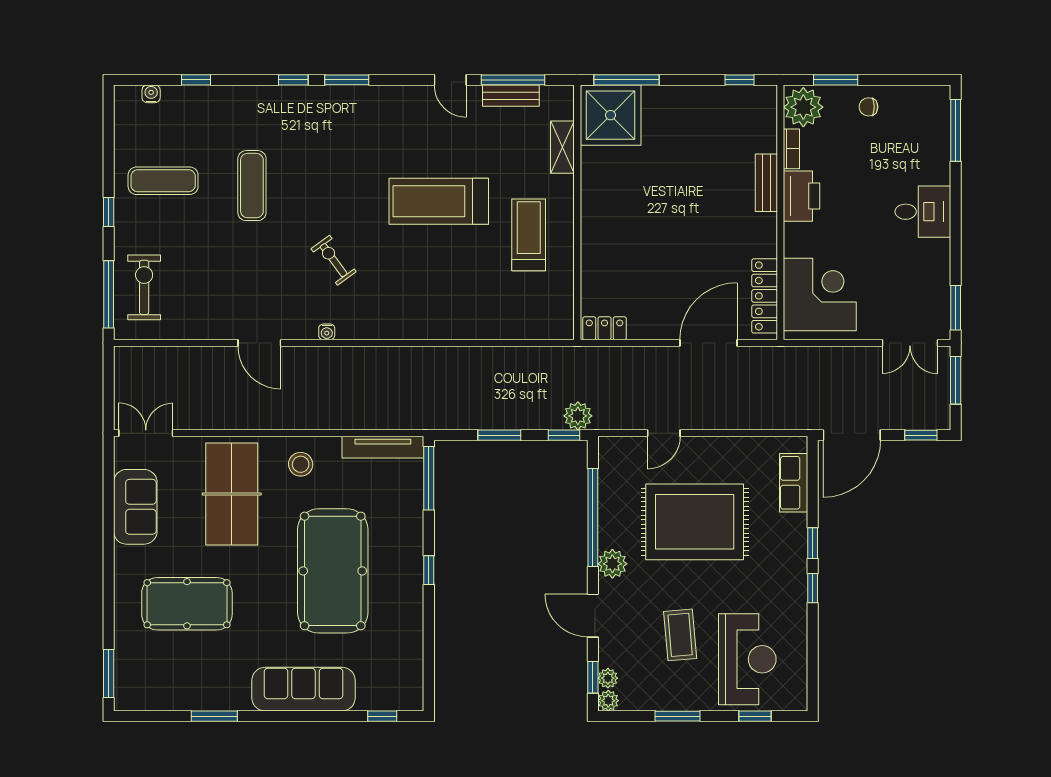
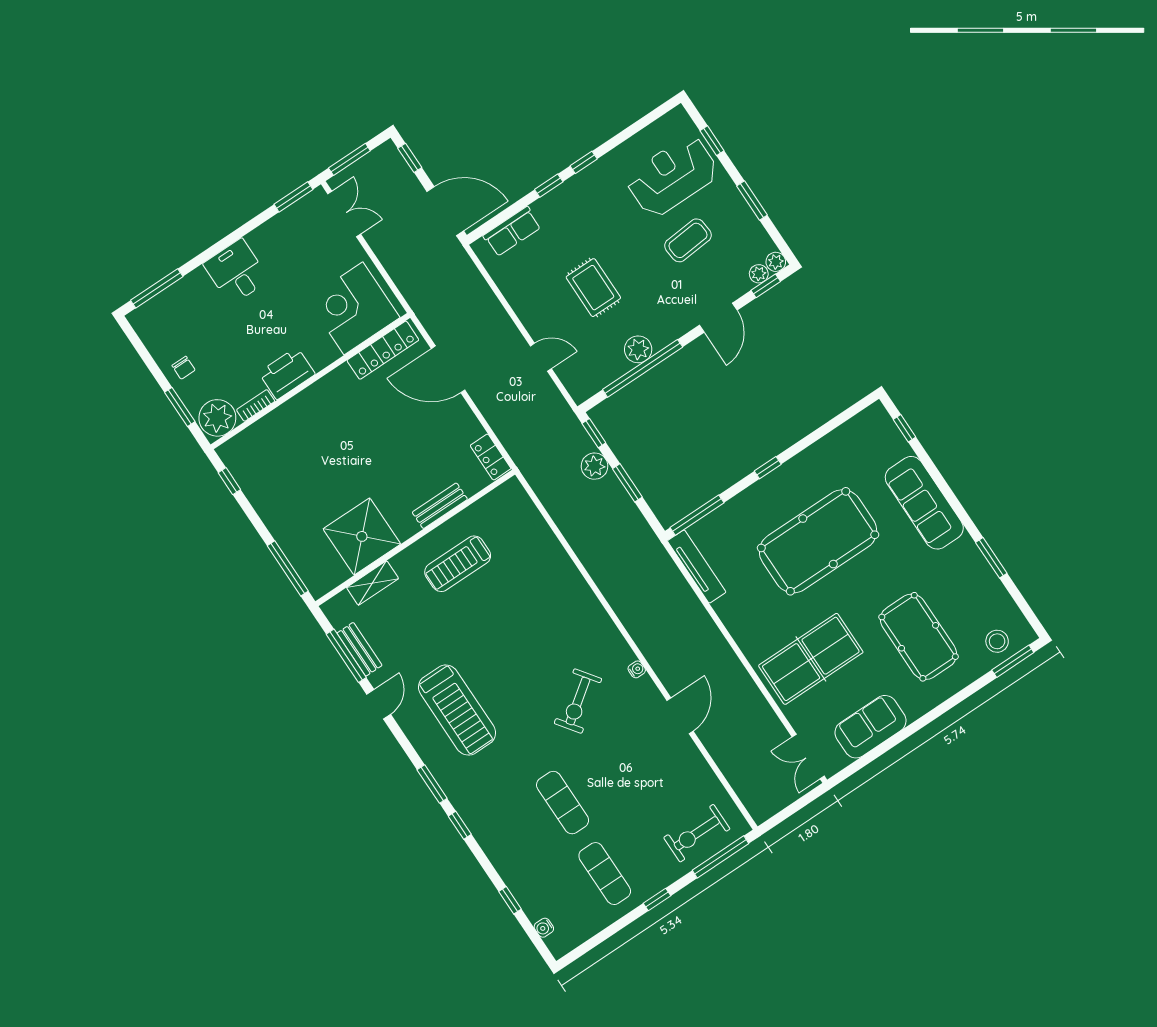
shower: (611, 115) -> (362, 536), moved
bench: (766, 183) -> (440, 506), moved
exercise mat: (252, 186) -> (563, 803), turned 90
treadmill: (439, 201) -> (457, 710), moved
exercise bike: (334, 260) -> (578, 701), width x1.38, depth x1.39
plant: (578, 416) -> (594, 466), moved
stool: (301, 464) -> (997, 641), moved
rug: (695, 522) -> (593, 288), width x0.54, depth x0.49
plant: (612, 564) -> (638, 349), moved

